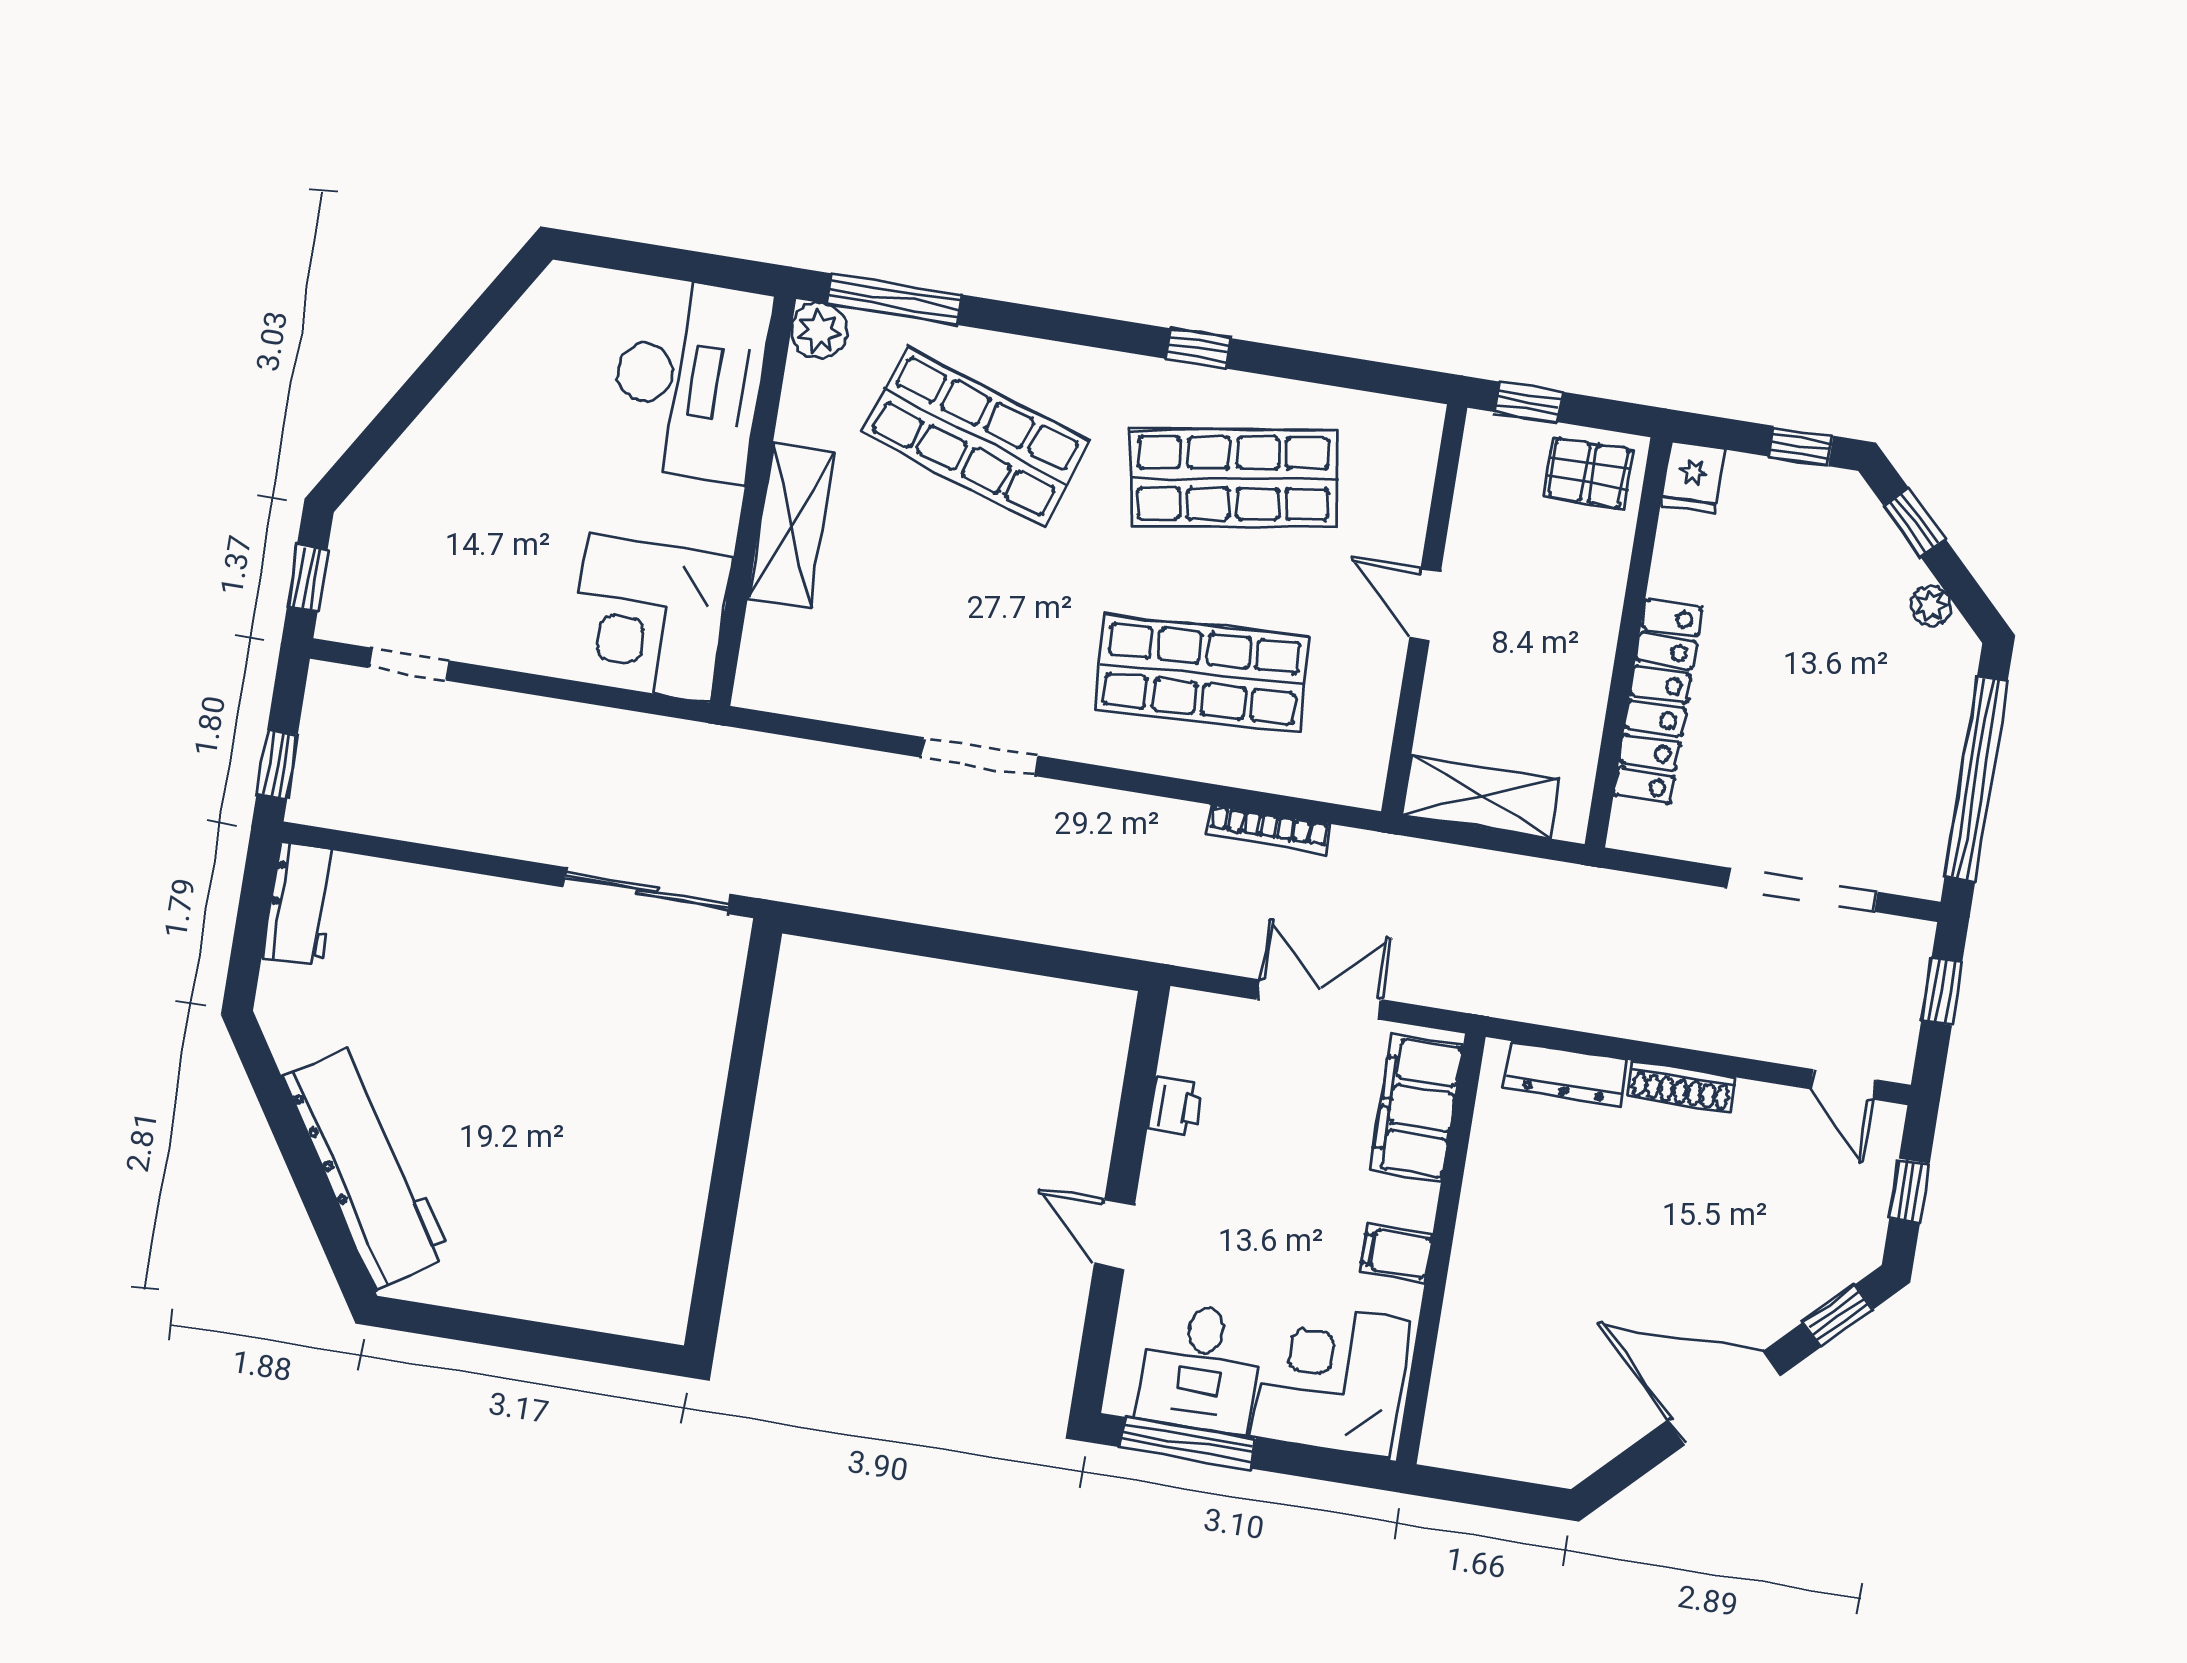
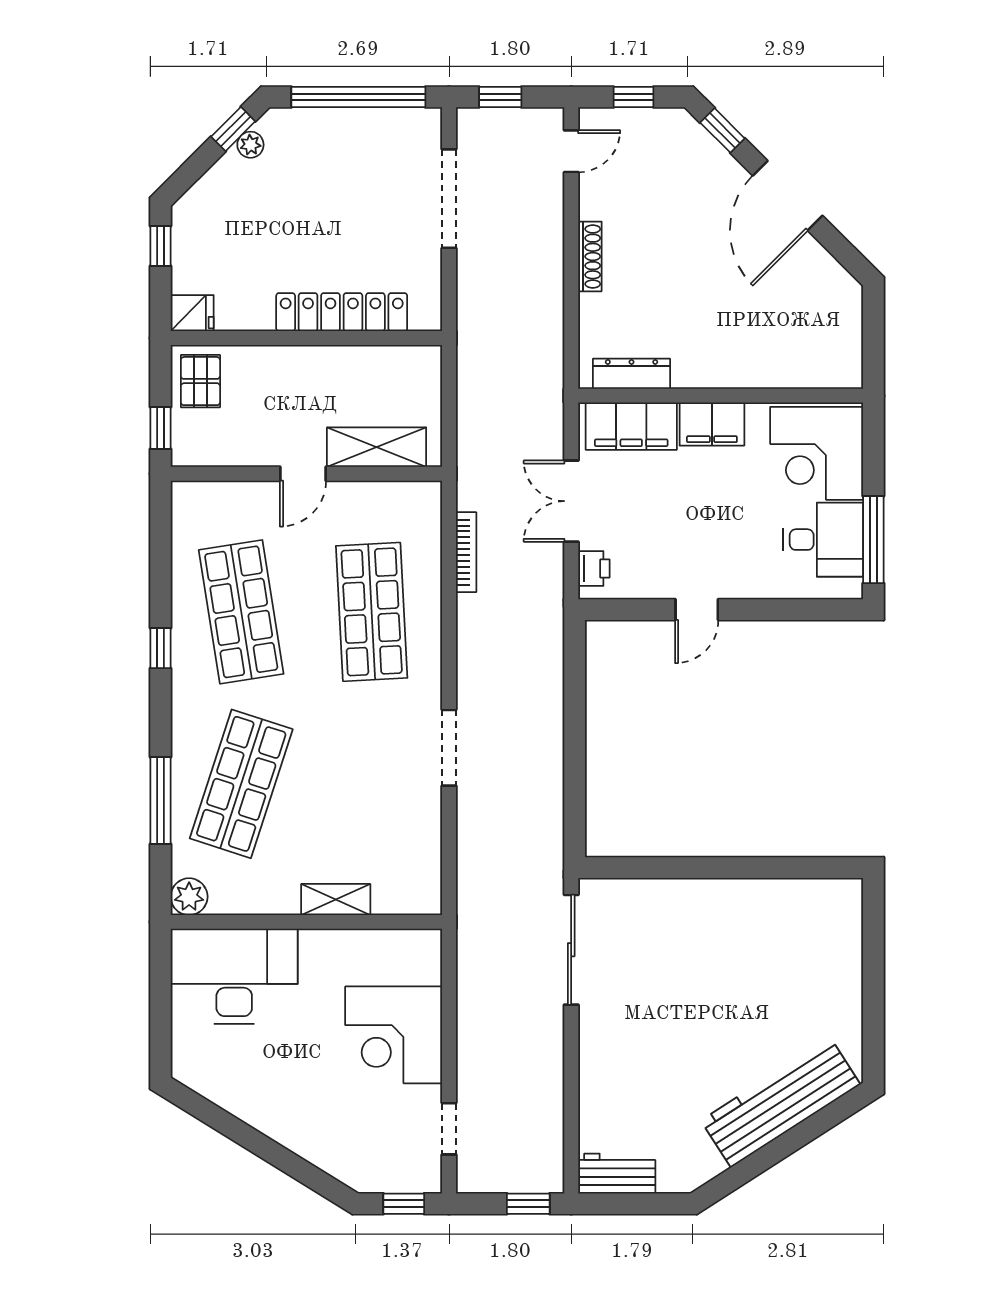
window: (894, 299) -> (160, 800), moved
window: (1914, 522) -> (233, 129), moved
shelving: (791, 525) -> (336, 900), width x0.67, depth x0.75
corner desk: (649, 618) -> (394, 1035), moved, turned 90
shelving: (1481, 797) -> (377, 447), moved, turned 90
dresser: (1566, 1073) -> (632, 374), moved, turned -90
printer: (1175, 1107) -> (594, 568), moved, turned 90
door: (1114, 1234) -> (697, 610), moved
filing cabinet: (1396, 1253) -> (712, 424), width x2.00

